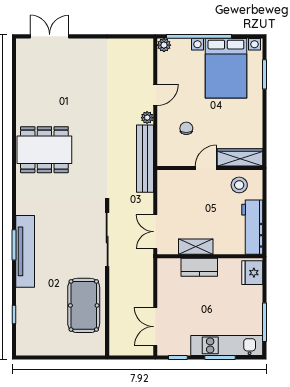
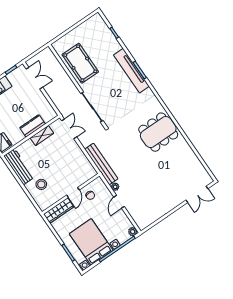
wardrobe: (240, 157) -> (59, 211), moved
door: (206, 168) -> (73, 192), moved
wall: (210, 168) -> (71, 194), moved

